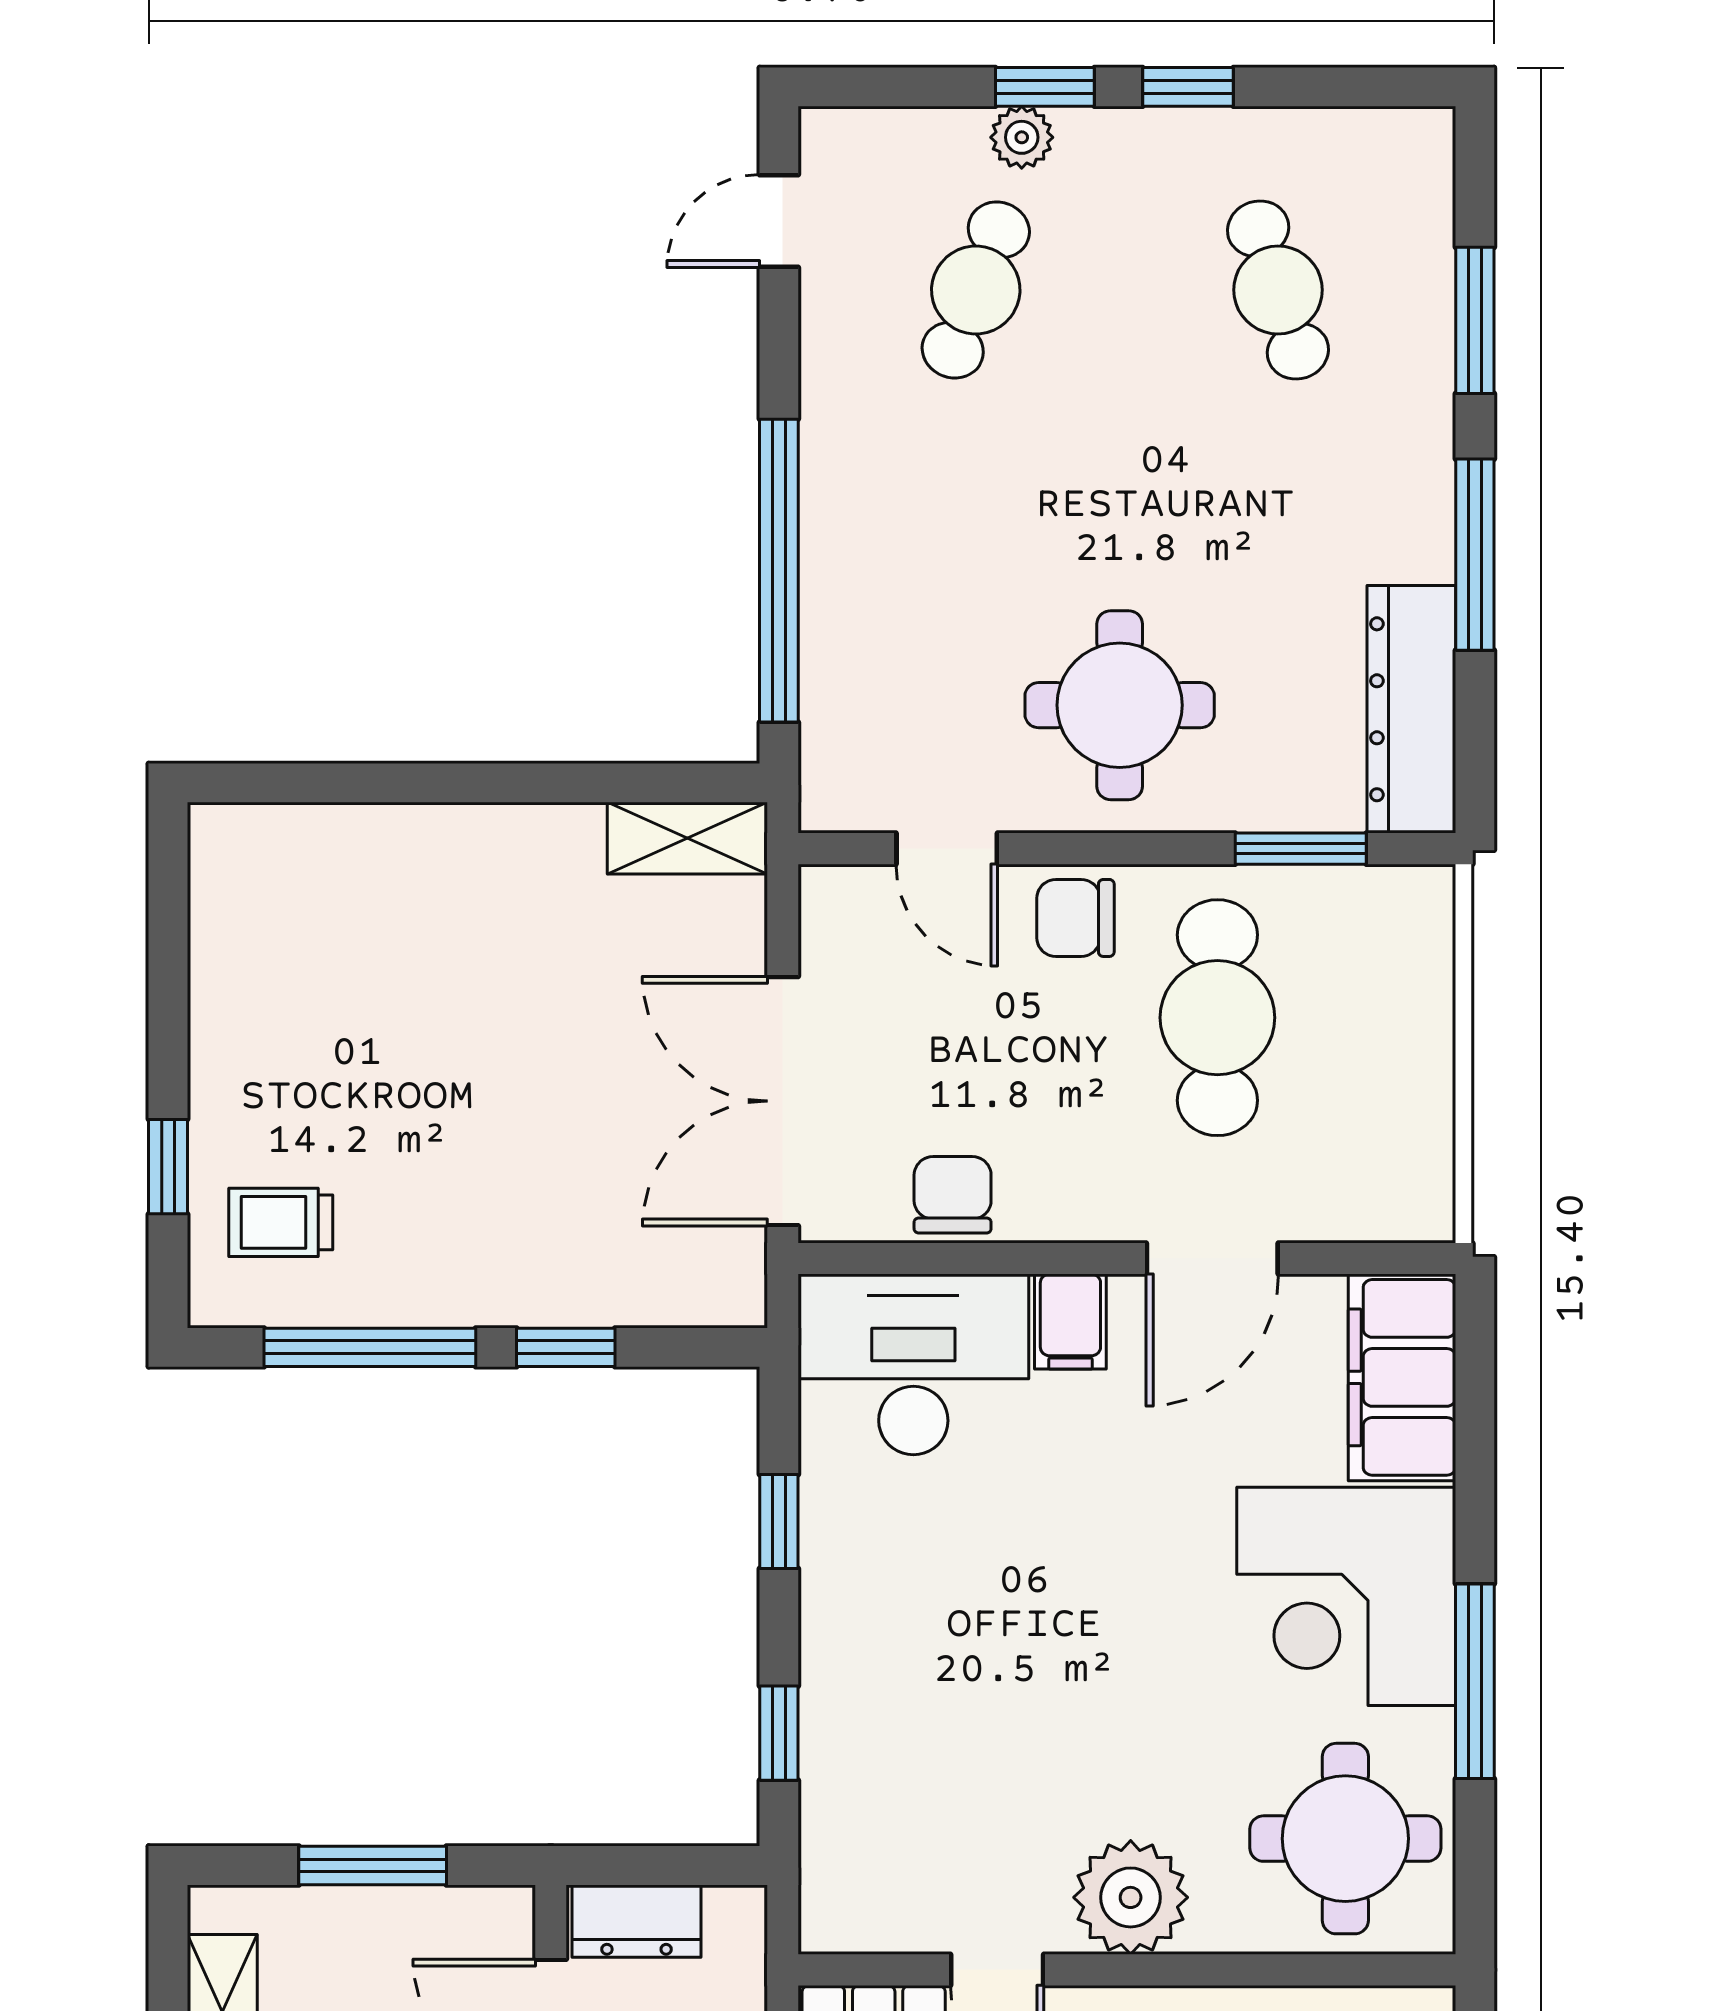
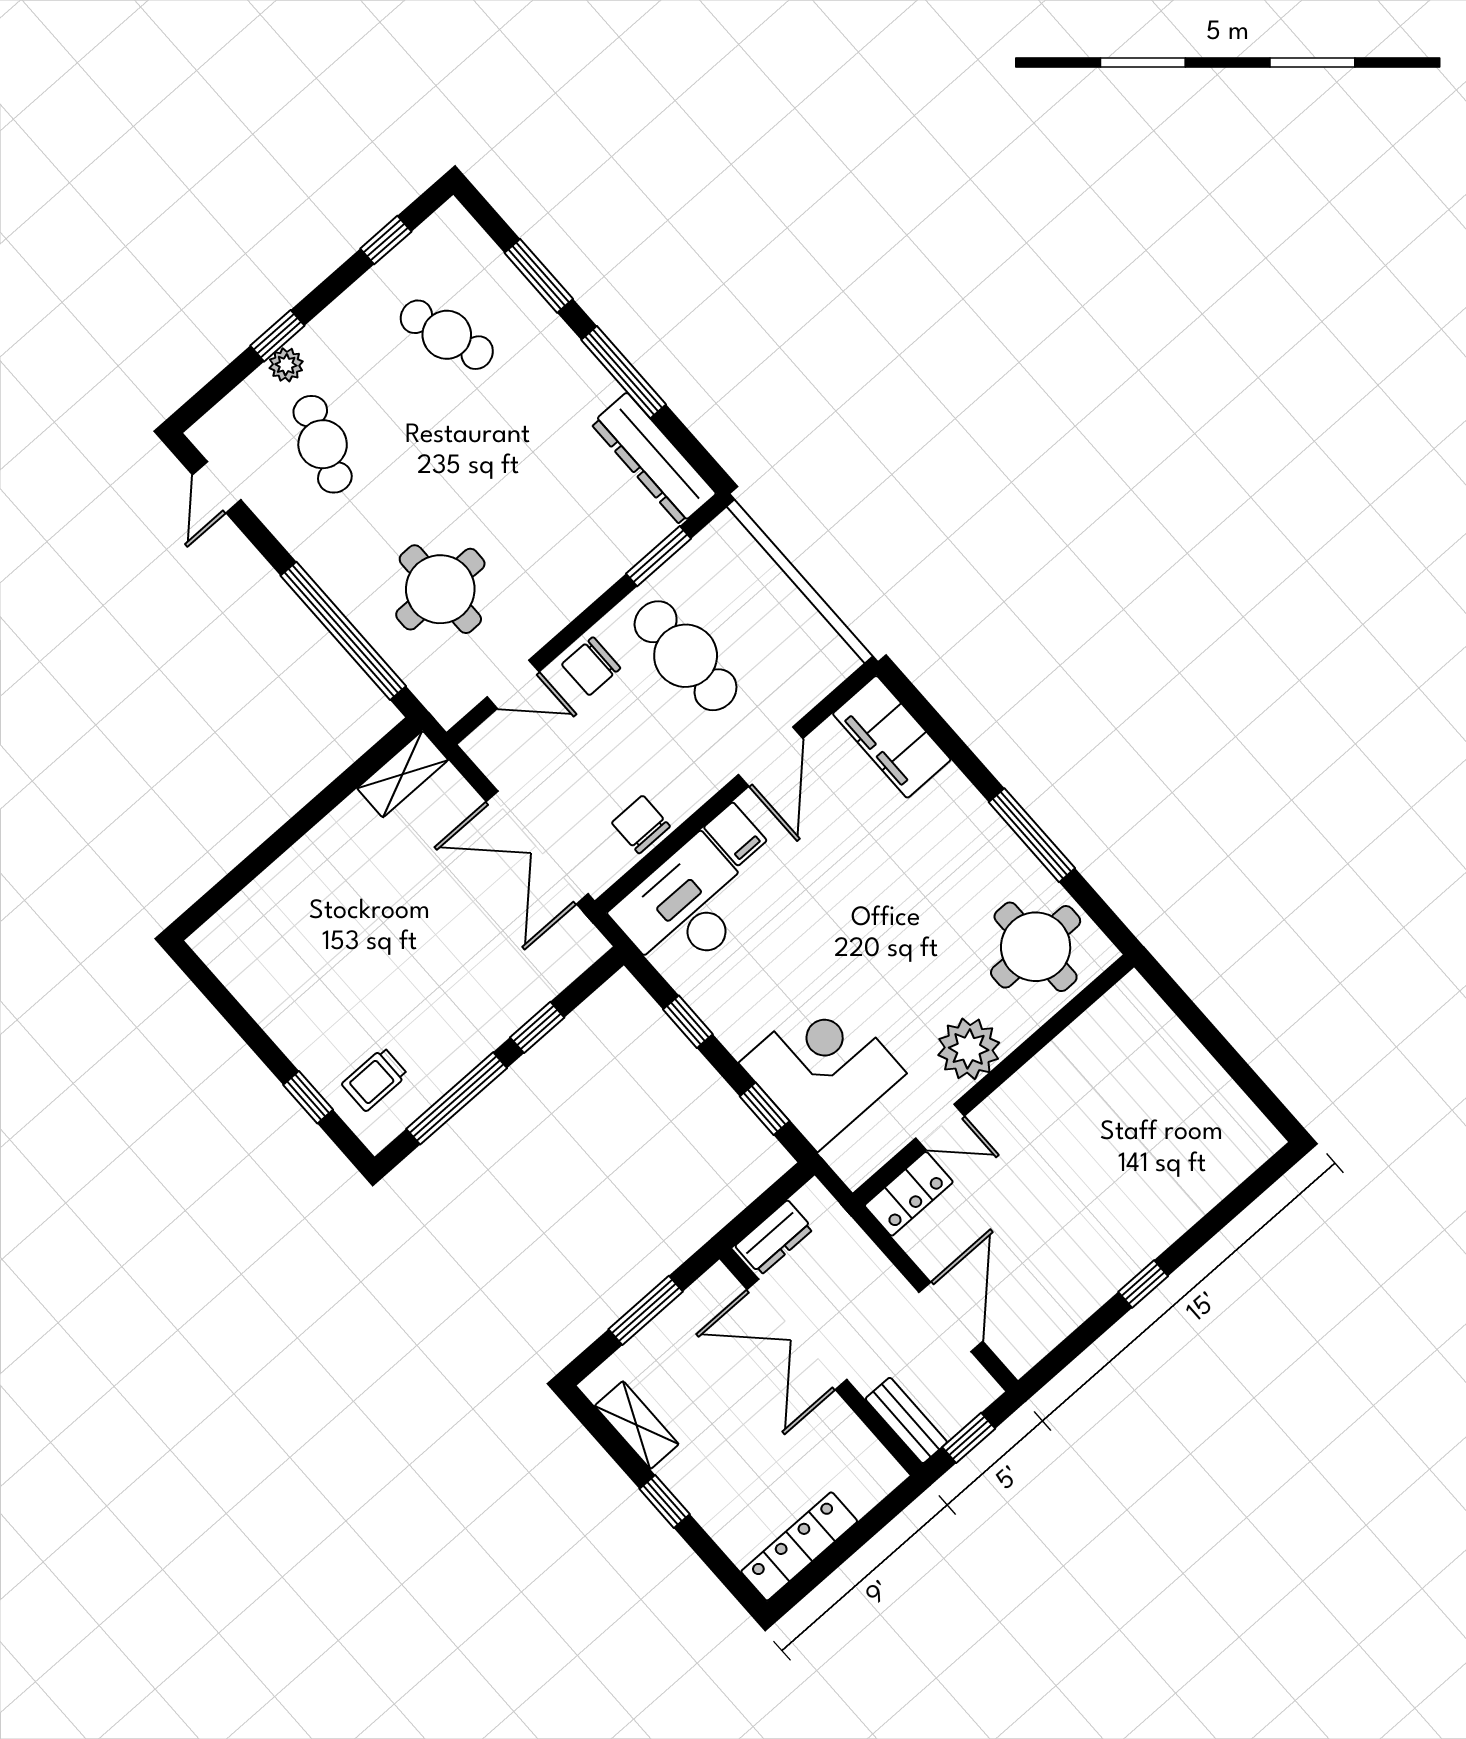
window: (1188, 87) -> (386, 240), moved
round table: (1120, 705) -> (440, 589), moved
corner desk: (1346, 1596) -> (823, 1068), moved, turned 180

